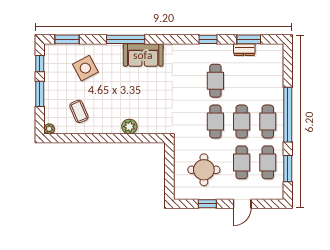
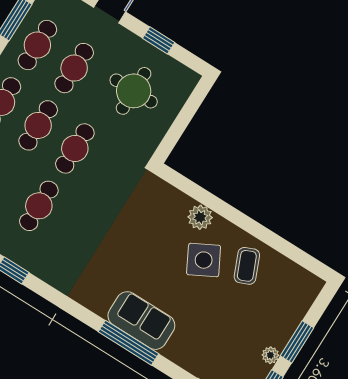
sofa: (143, 55) -> (141, 321), moved
side table: (85, 68) -> (204, 260), moved
coffee table: (79, 111) -> (247, 266), moved
plant: (49, 129) -> (270, 355), moved

